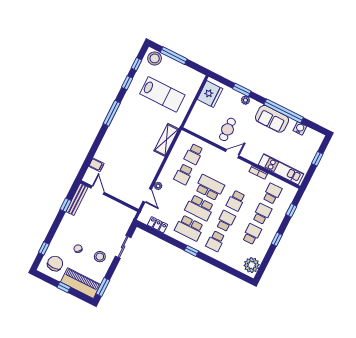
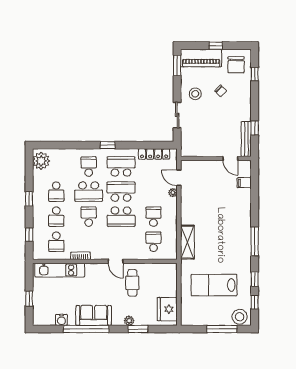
door: (232, 154) -> (116, 261), hinge flipped
school desk: (226, 221) -> (89, 192), width x1.85
locker: (158, 225) -> (154, 154), width x1.53

